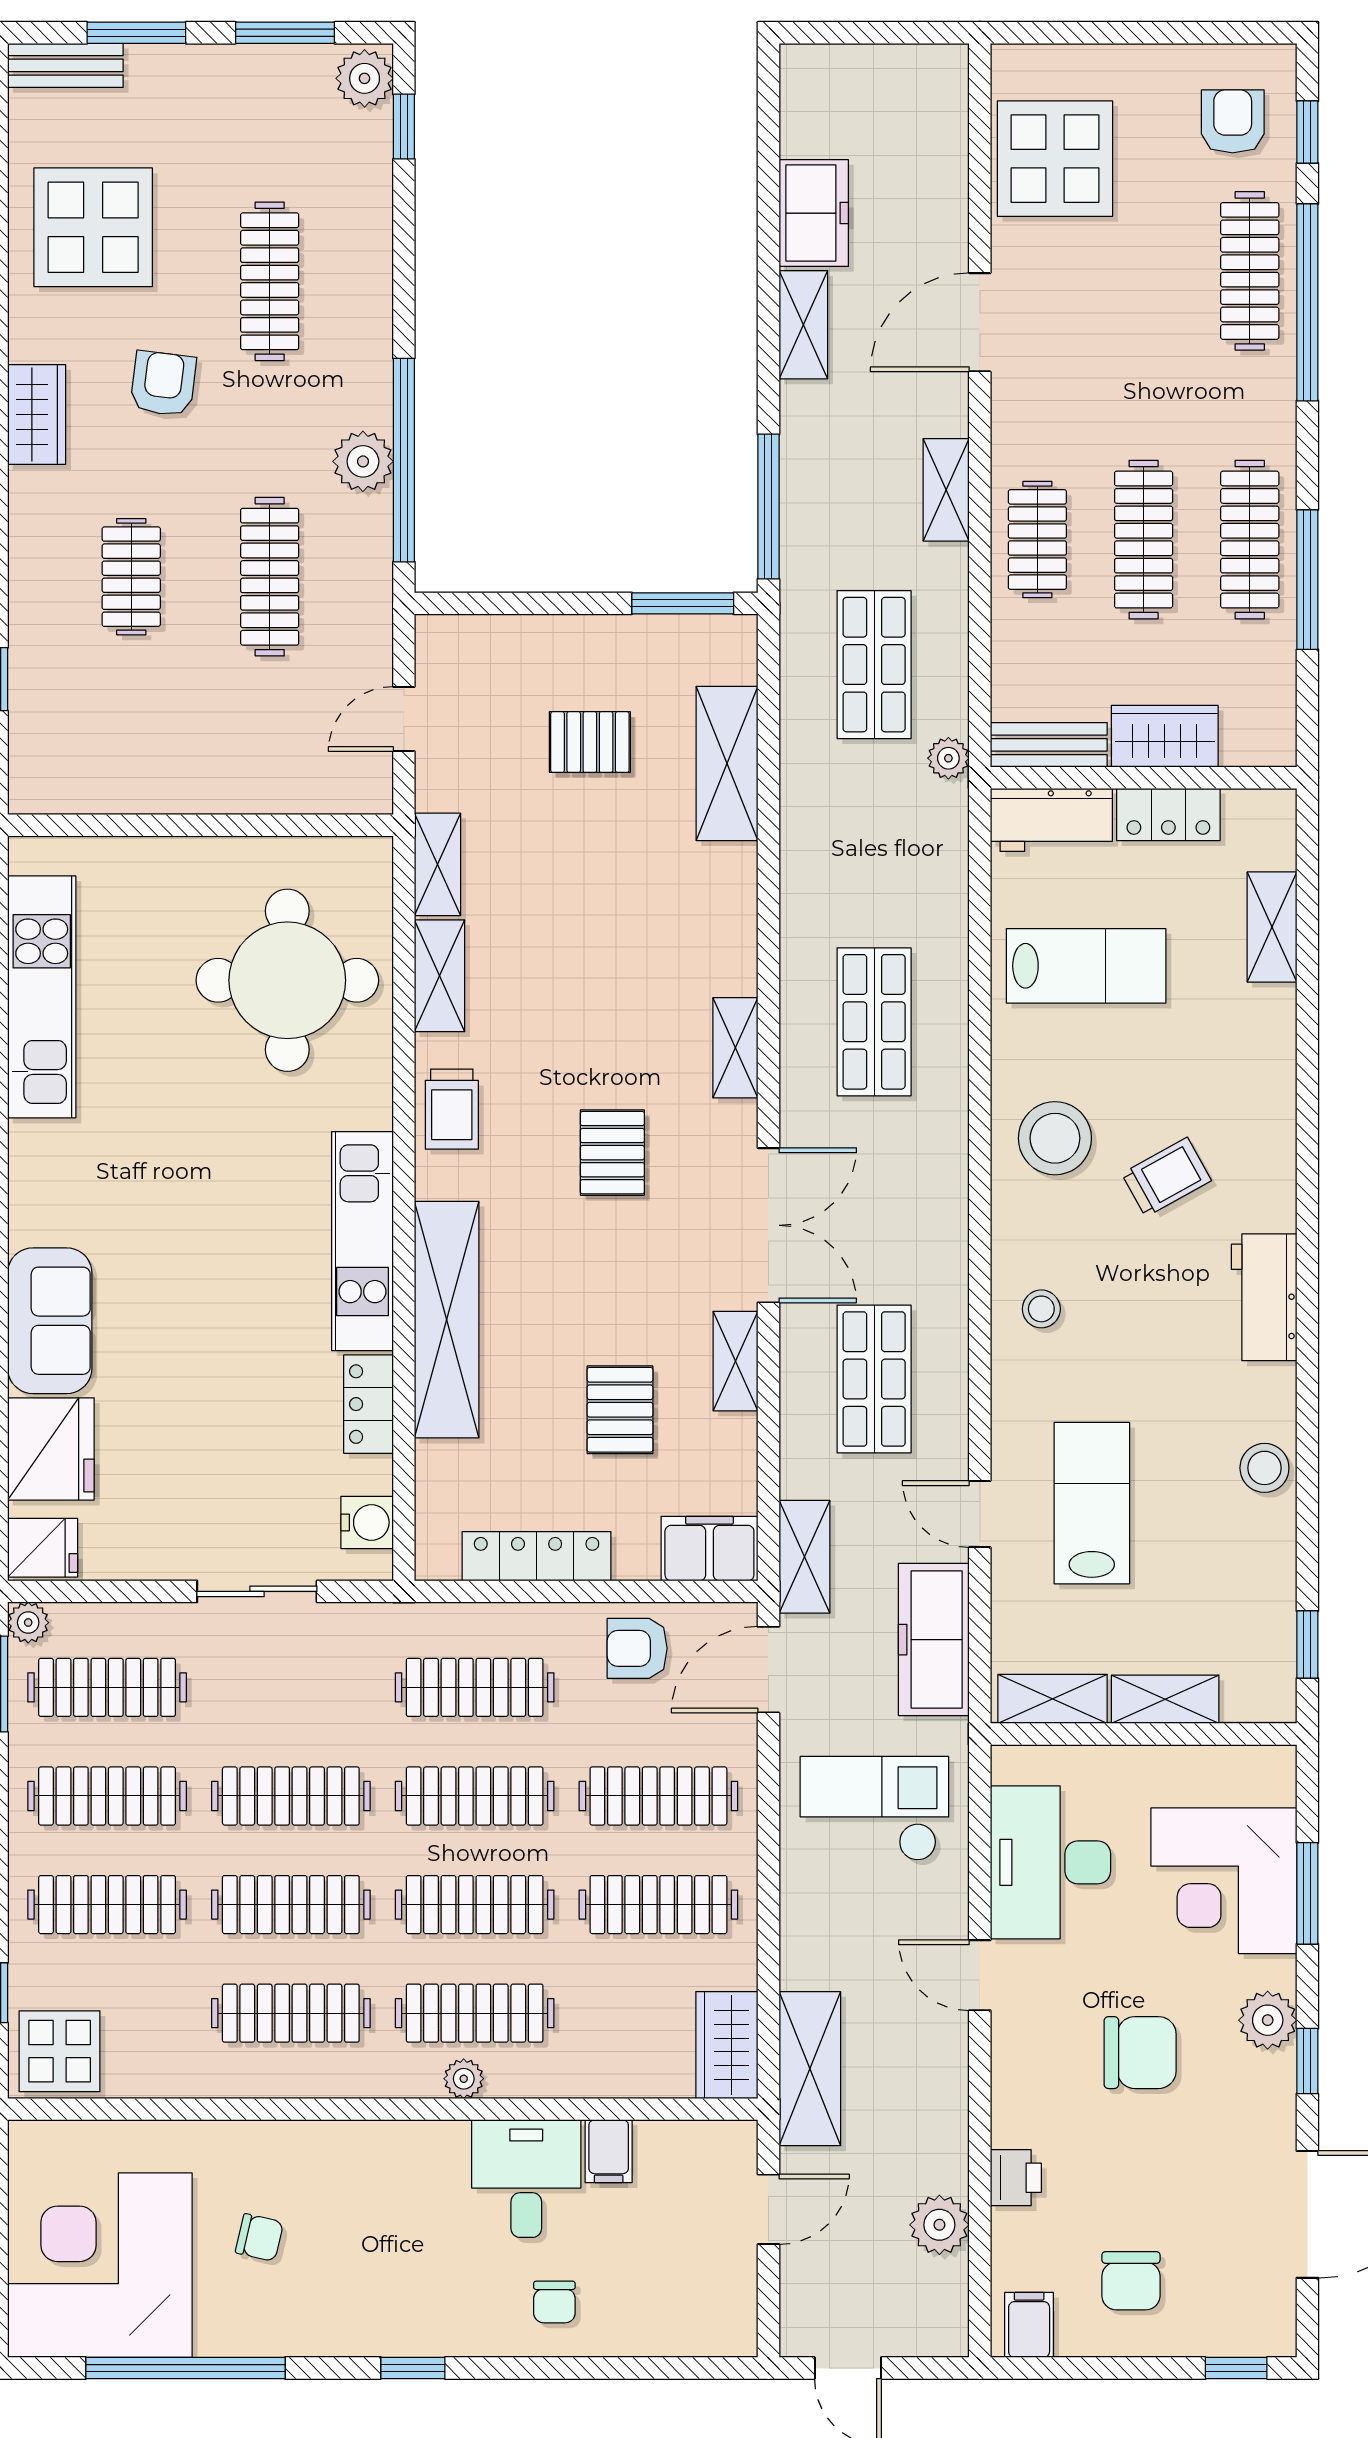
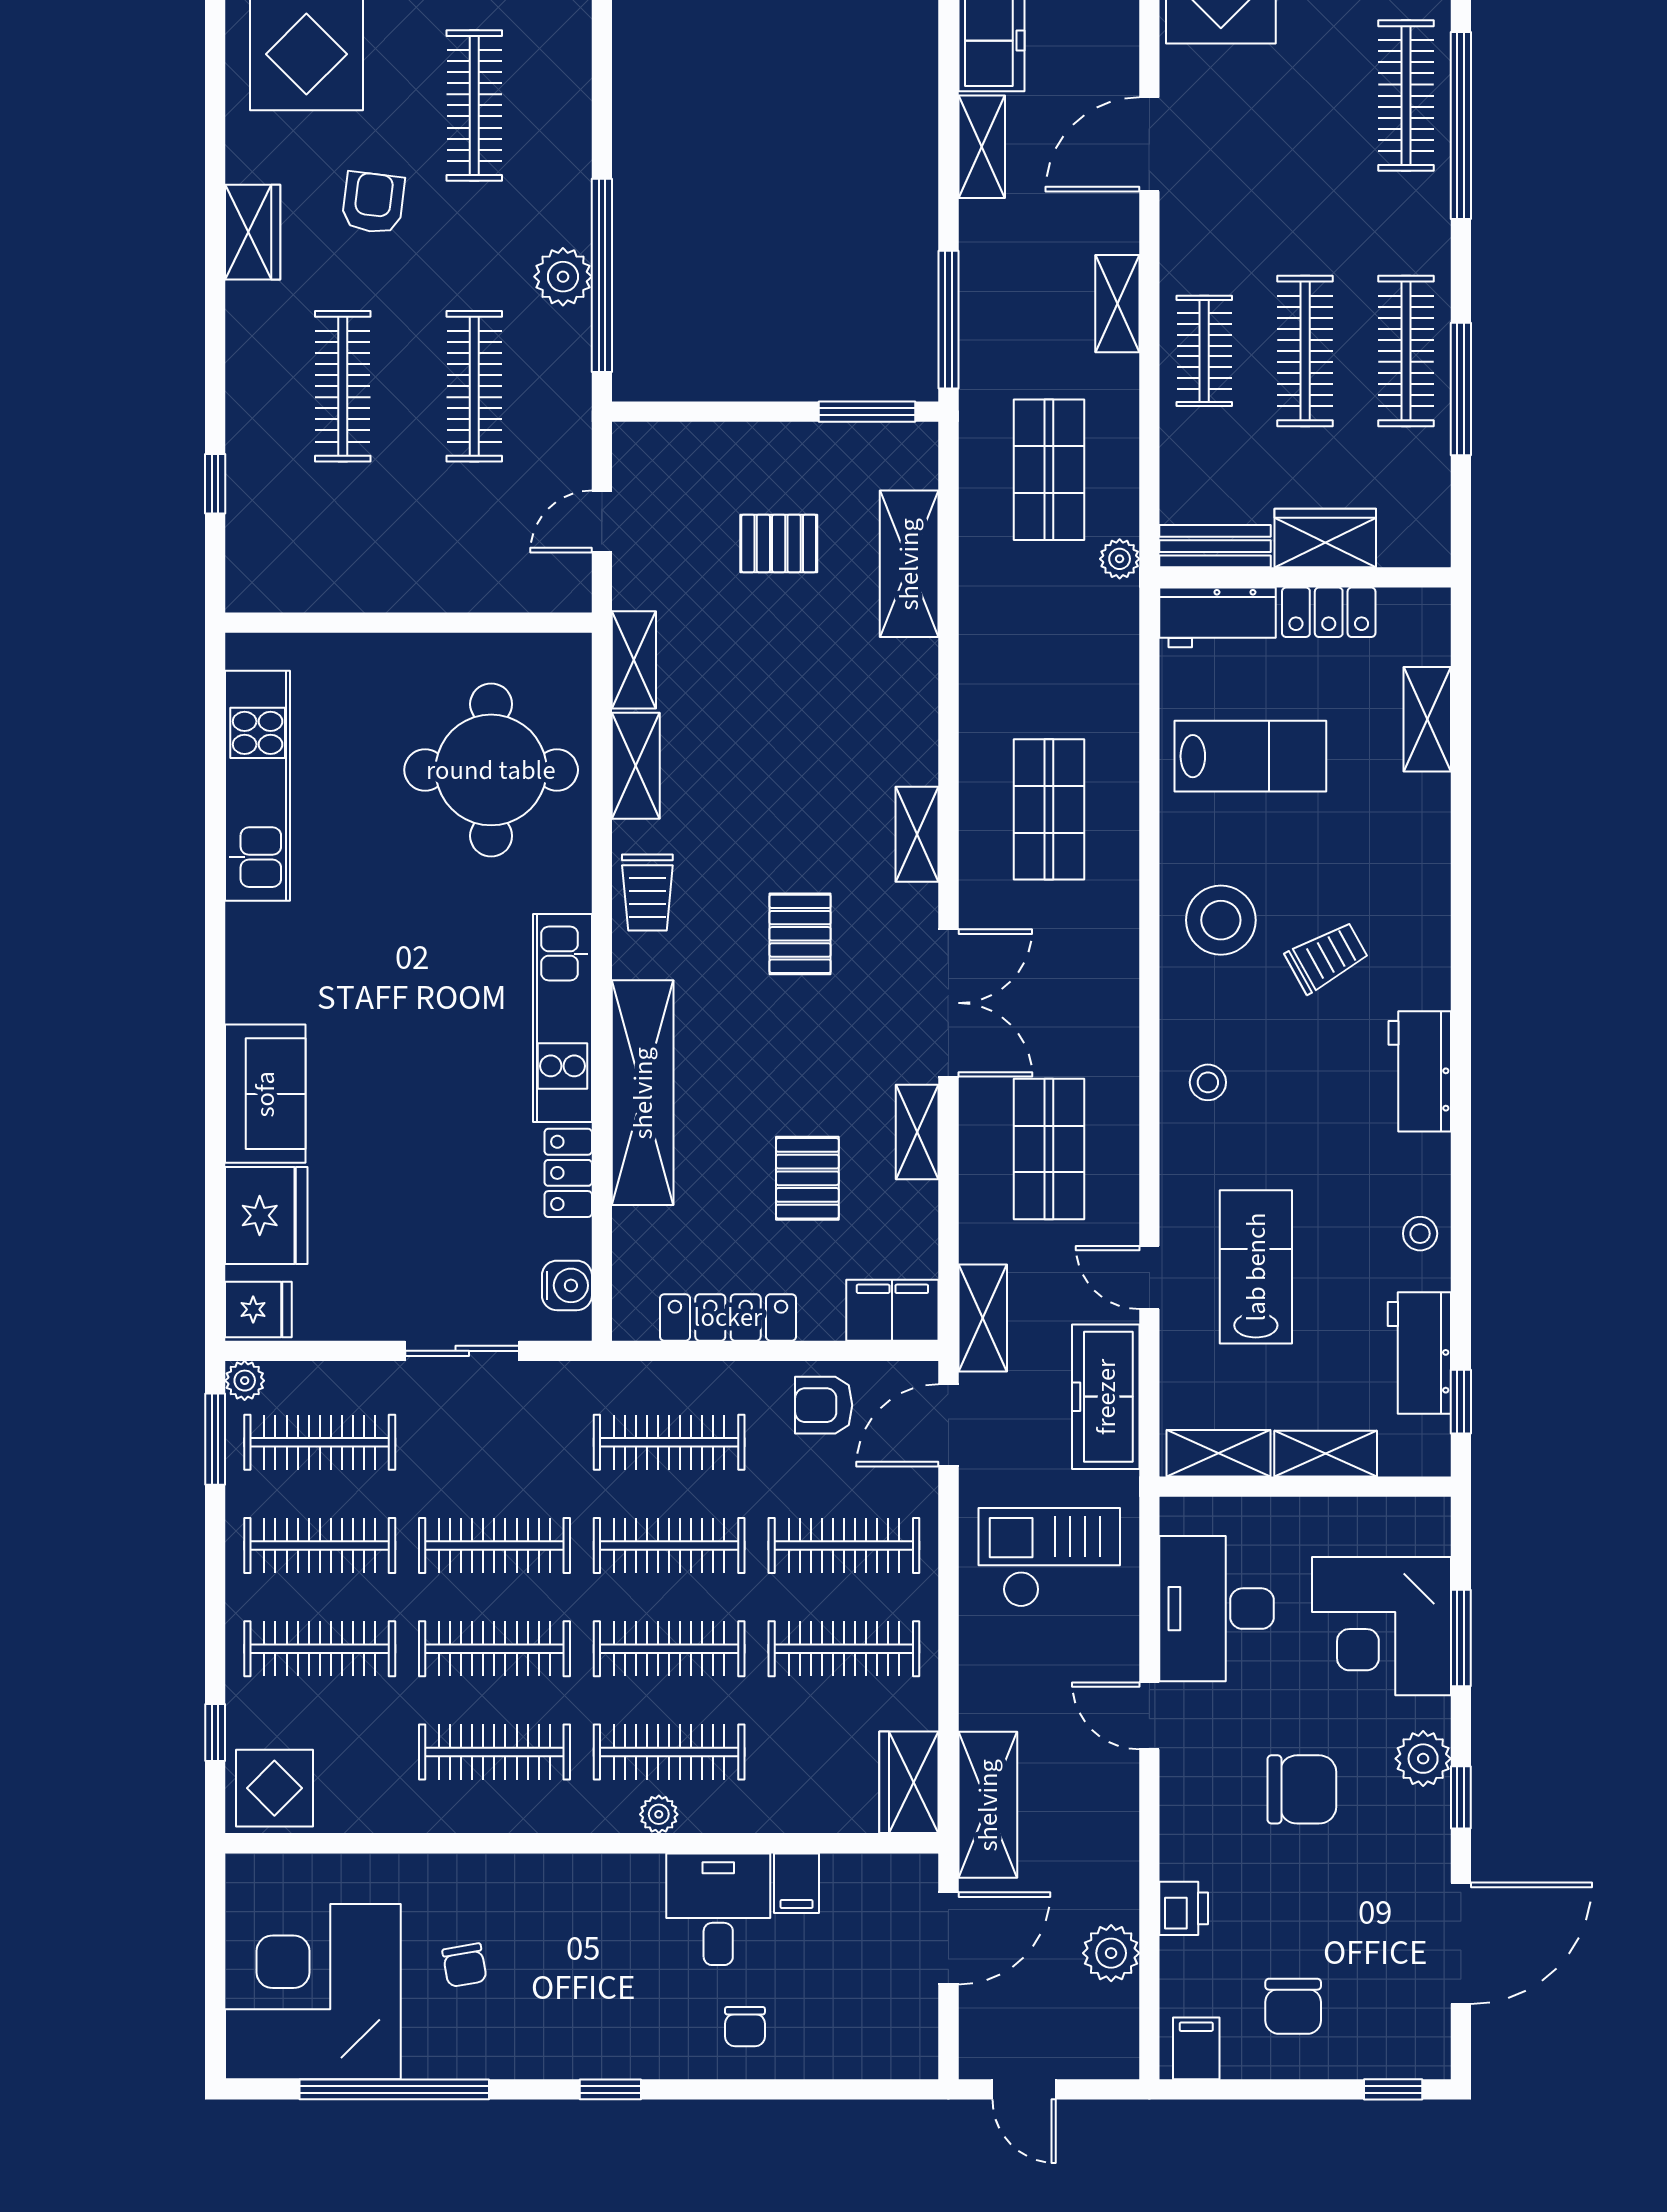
clothes rail: (131, 577) -> (343, 386), width x1.36
stool: (1264, 1468) -> (1420, 1234), width x0.73, depth x0.73
workbench: (1264, 1594) -> (1419, 1353), added
door: (768, 2209) -> (948, 1938), width x1.38
chair: (259, 2237) -> (464, 1965), turned 67

